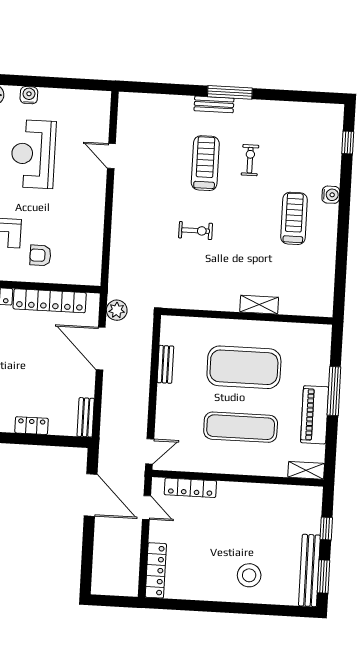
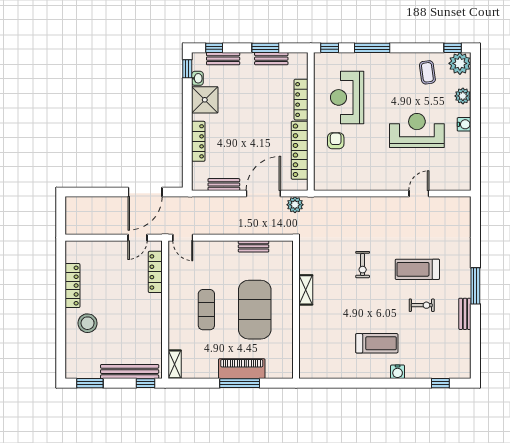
bench: (214, 104) -> (465, 314), moved
treadmill: (205, 163) -> (417, 269), turned 180
shelving: (259, 305) -> (306, 290), moved
piano: (315, 415) -> (242, 369), moved
bench: (86, 417) -> (224, 185), moved
locker: (32, 426) -> (198, 141), width x1.53
exercise mat: (241, 427) -> (206, 310), width x0.73, depth x0.69
window: (326, 529) -> (146, 383), moved
locker: (156, 570) -> (72, 286), moved, turned -90
bench: (309, 570) -> (130, 372), moved

